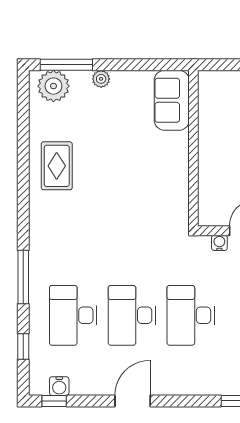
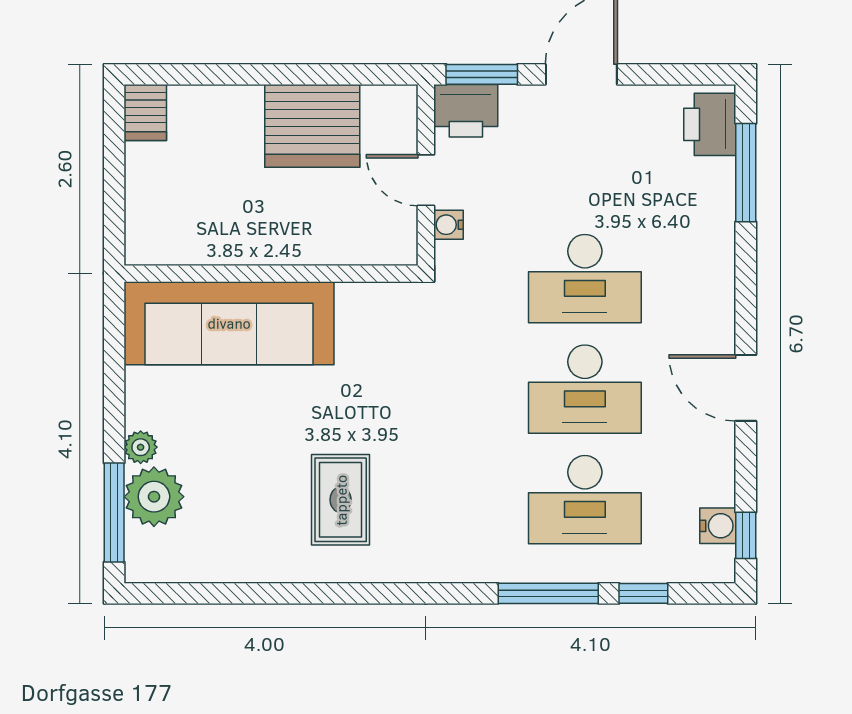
plant: (53, 86) -> (154, 497), moved
sofa: (172, 100) -> (229, 323), width x1.85, depth x1.27
rug: (57, 166) -> (341, 500), moved, turned 90
window: (23, 277) -> (548, 593), moved

